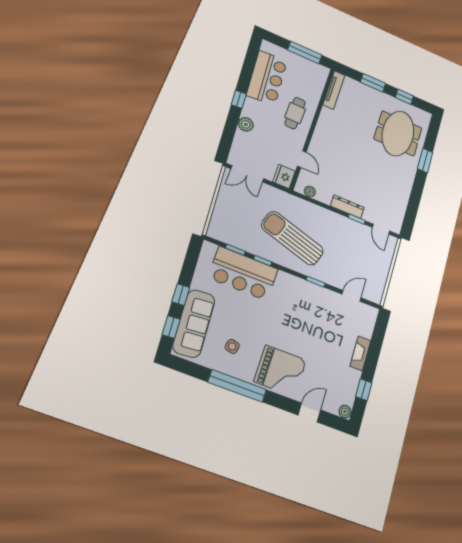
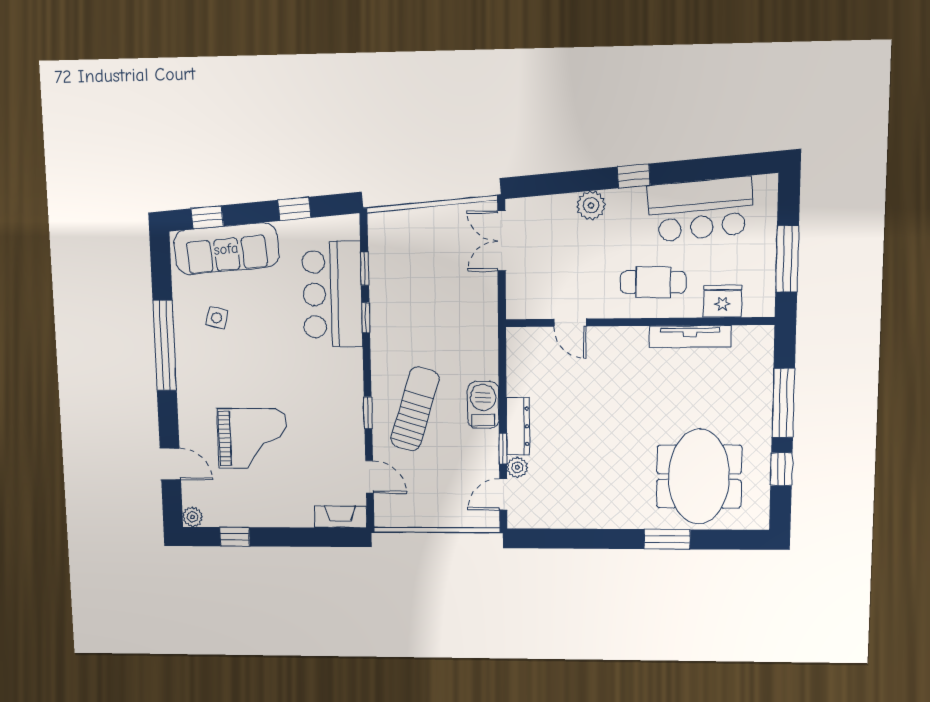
window: (373, 83) -> (783, 403), width x1.44
tv unit: (334, 90) -> (690, 336), moved
meeting table: (398, 133) -> (699, 477), turned 90
door: (302, 159) -> (570, 323), hinge flipped
fridge: (284, 177) -> (723, 301), moved
plant: (310, 192) -> (517, 467), moved
barbecue: (331, 219) -> (483, 405), added
sun lounger: (292, 238) -> (415, 409), moved, width x0.73, depth x0.75
window: (181, 295) -> (294, 209), moved
fireplace: (360, 353) -> (340, 517), moved
grand piano: (280, 371) -> (252, 438), moved, turned -90

